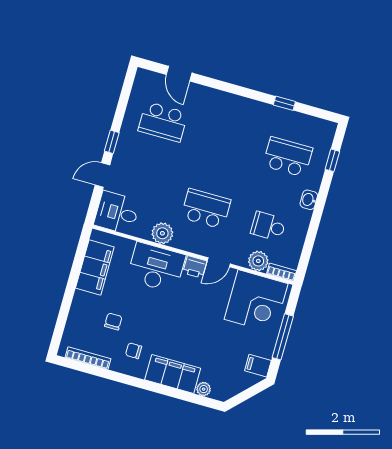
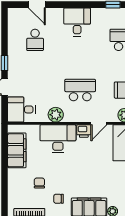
desk: (228, 113) -> (77, 22), added
school desk: (163, 122) -> (35, 40), width x0.54

